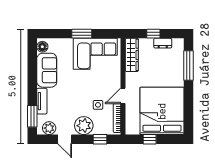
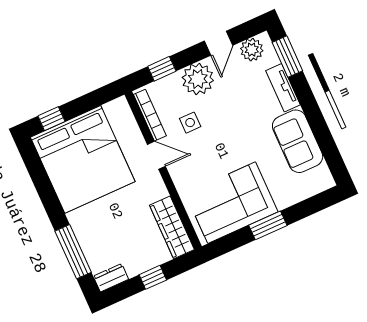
dresser: (163, 43) -> (111, 278), moved
floor lamp: (42, 47) -> (322, 176), removed
door: (123, 96) -> (156, 155), hinge flipped
door: (65, 139) -> (218, 43), swing flipped
window: (150, 139) -> (51, 119), moved

